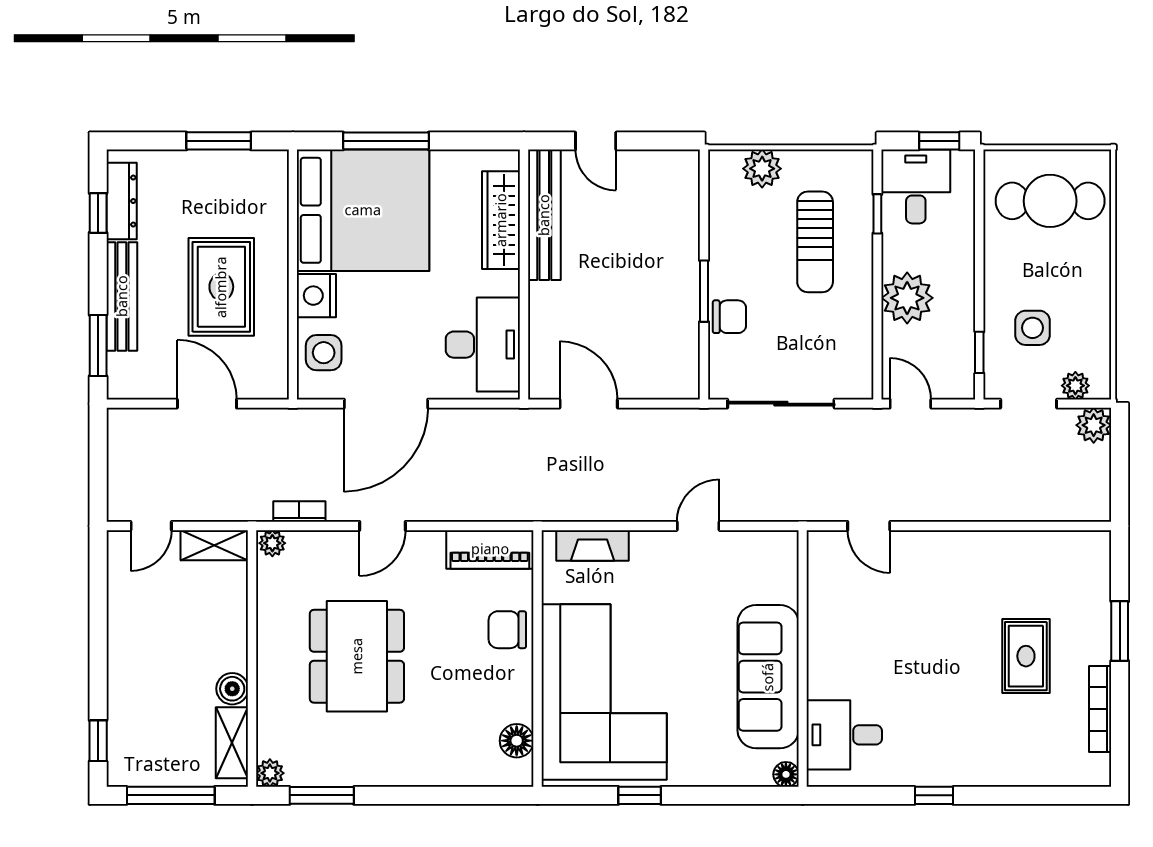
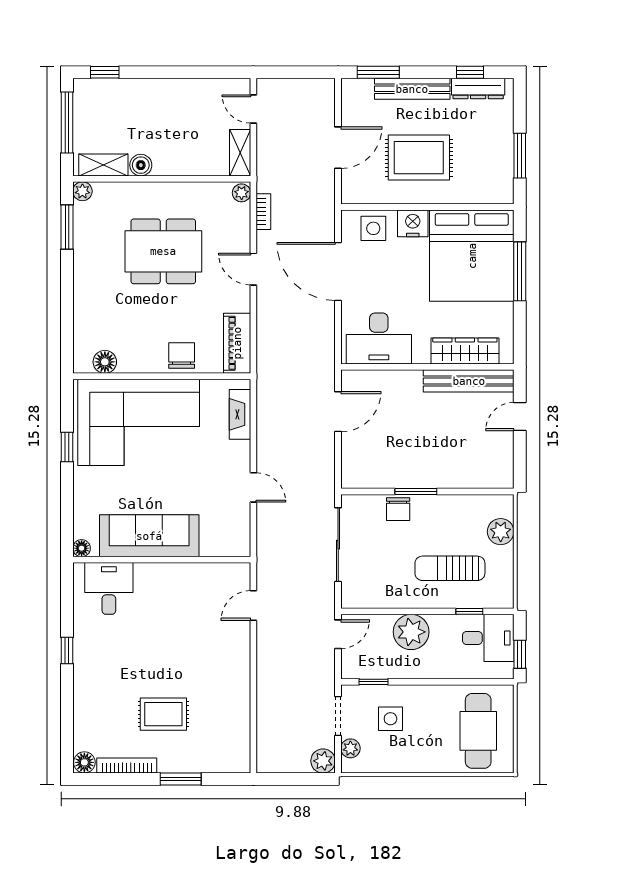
floor lamp: (1096, 770) -> (84, 762), added

